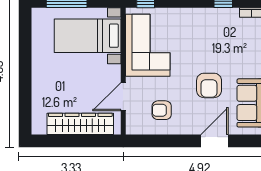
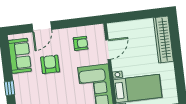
wardrobe: (80, 124) -> (163, 39), moved, turned 90

